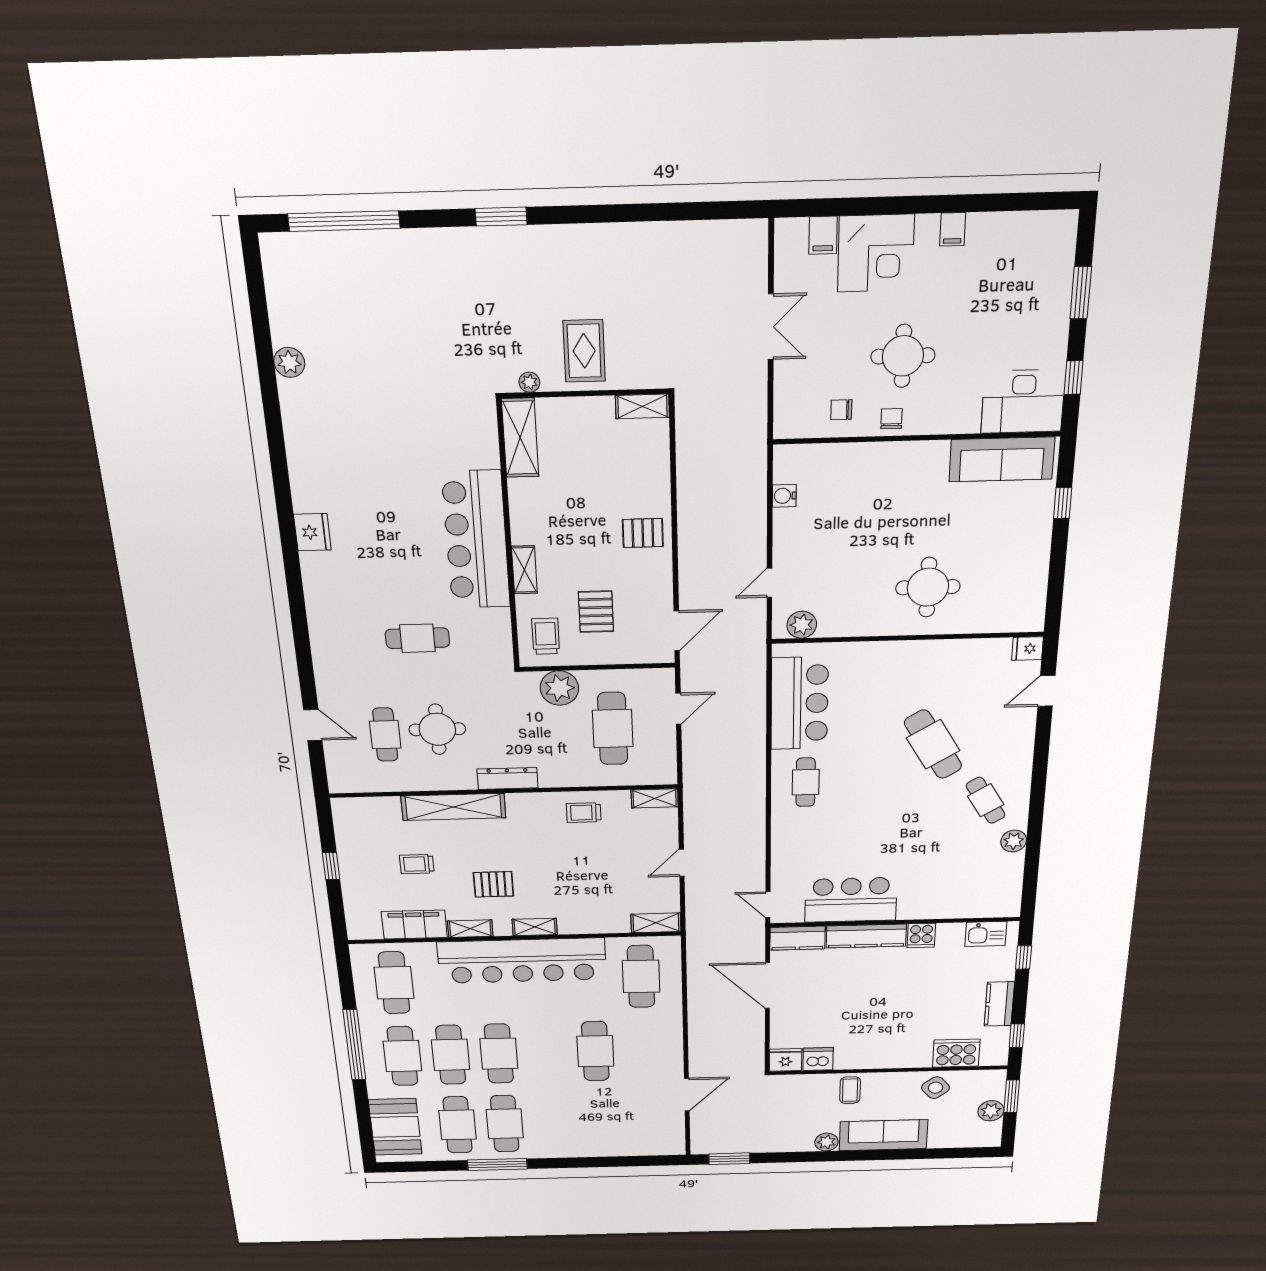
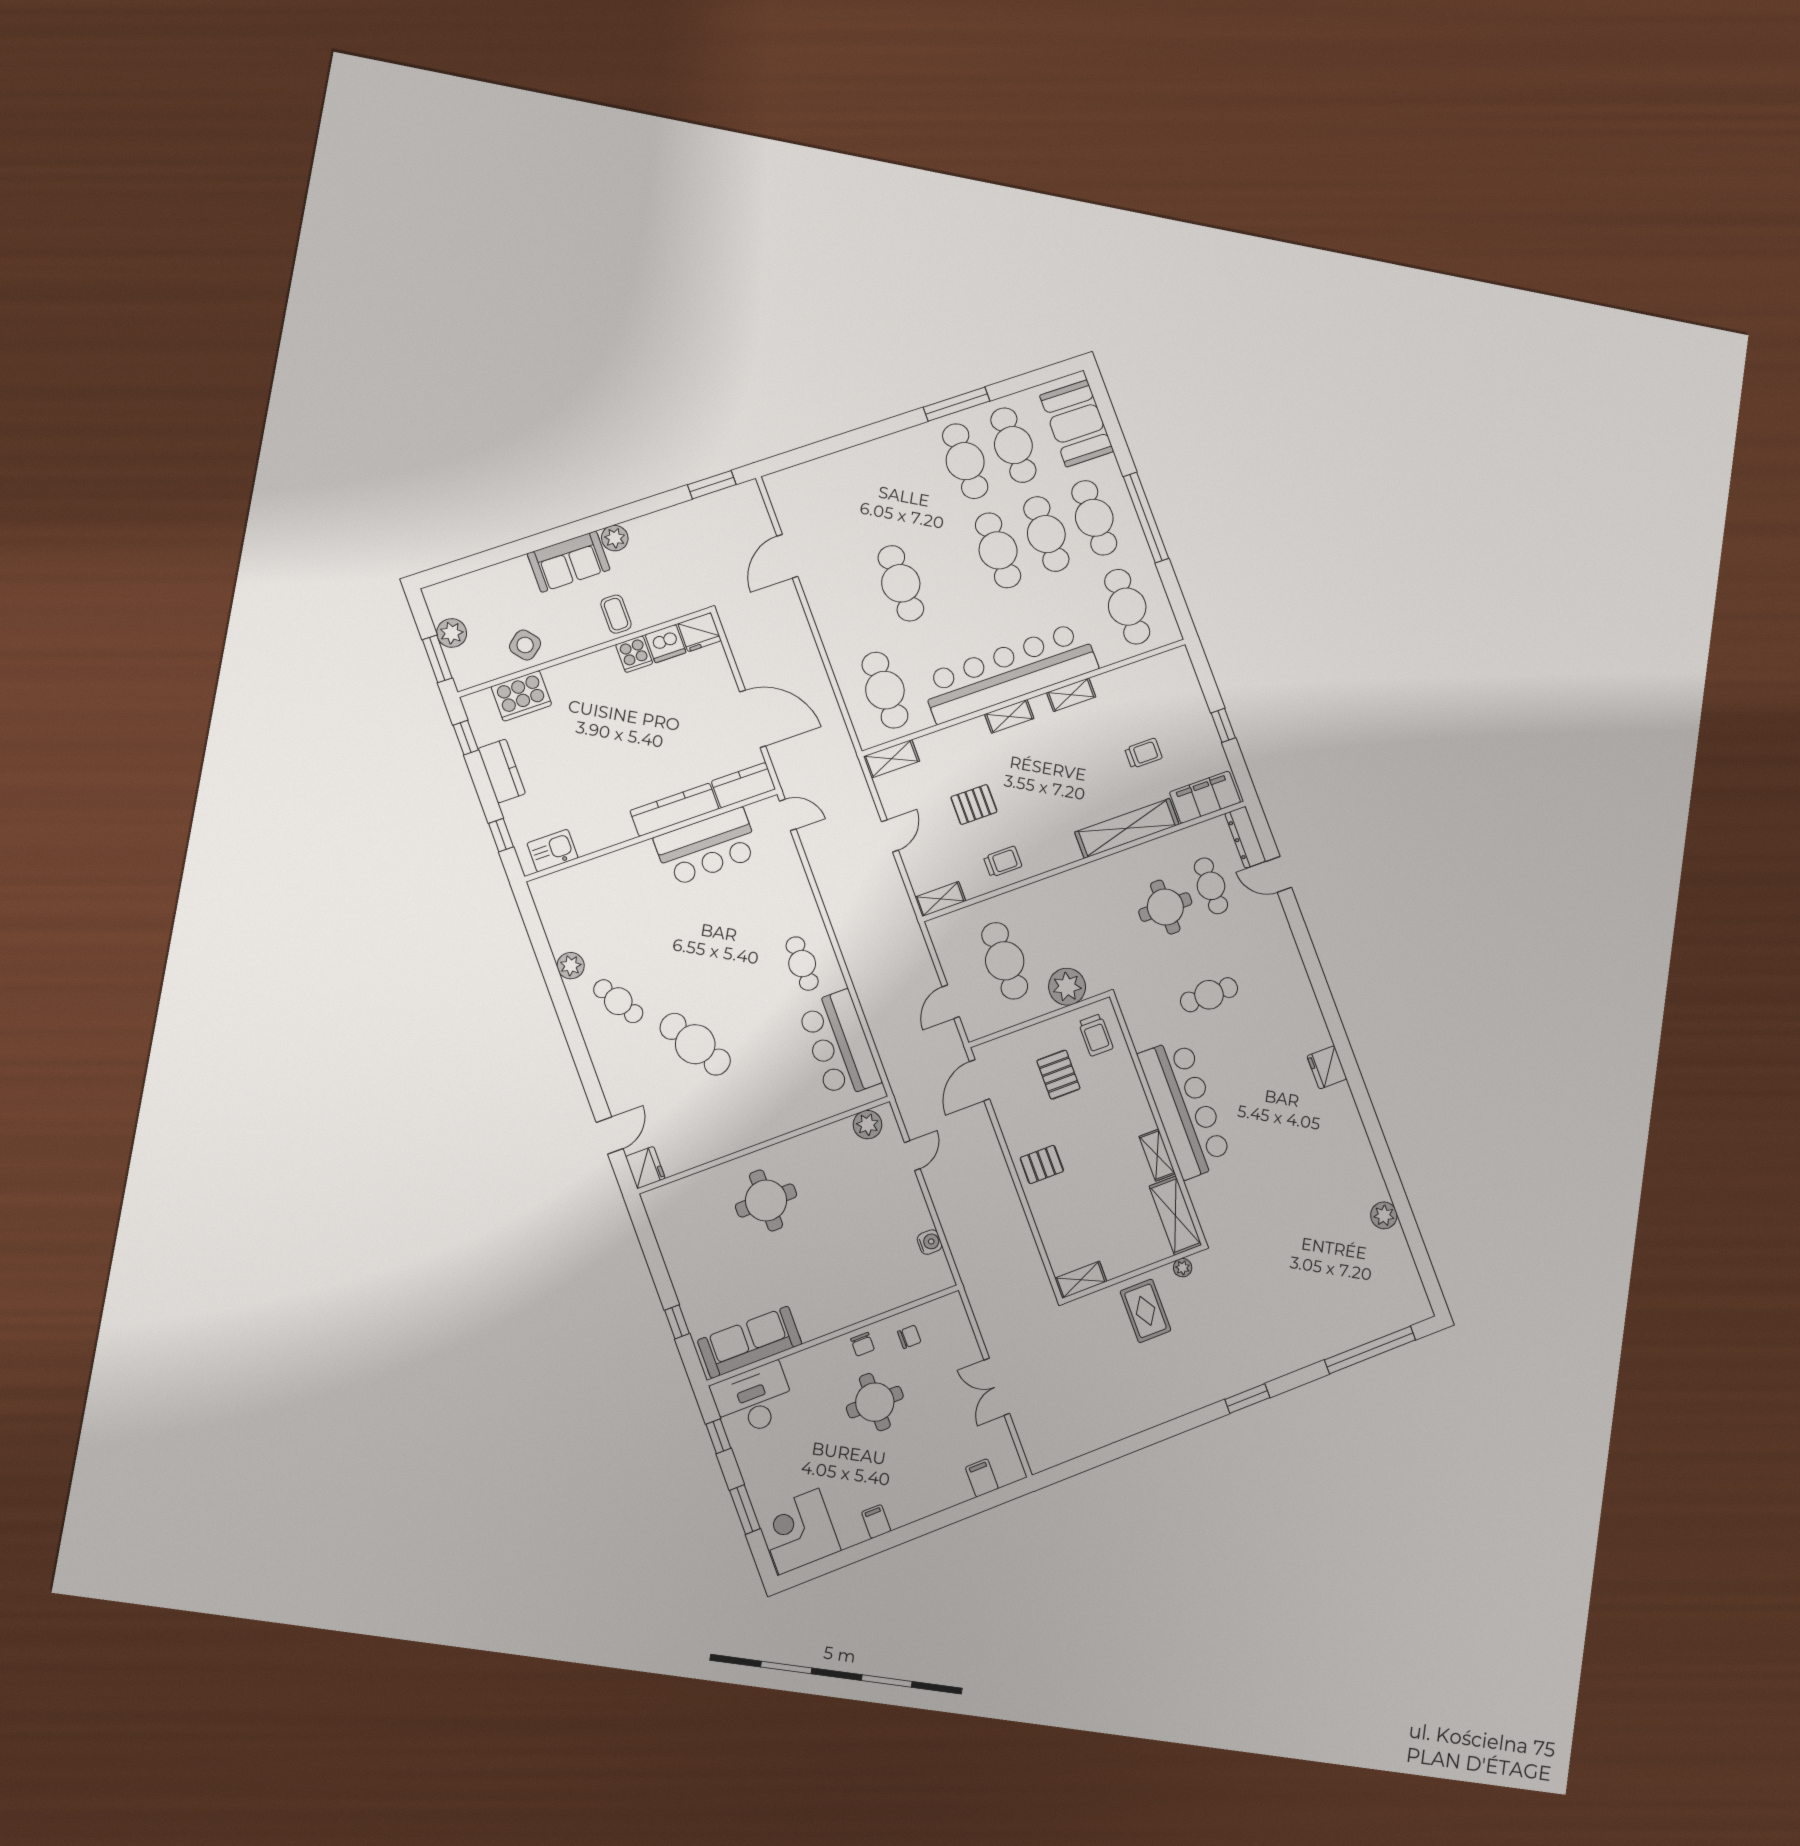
corner desk: (876, 253) -> (799, 1532), moved
shelving: (524, 570) -> (1157, 1155), moved
fridge: (1027, 649) -> (645, 1167), width x1.38
dresser: (507, 778) -> (1245, 837), moved, turned 90
pallet: (493, 884) -> (974, 804), moved
filing cabinet: (414, 925) -> (1205, 797), moved, turned 180
cooker: (921, 935) -> (634, 654), moved, turned 180
sofa: (883, 1135) -> (569, 562), width x0.73

